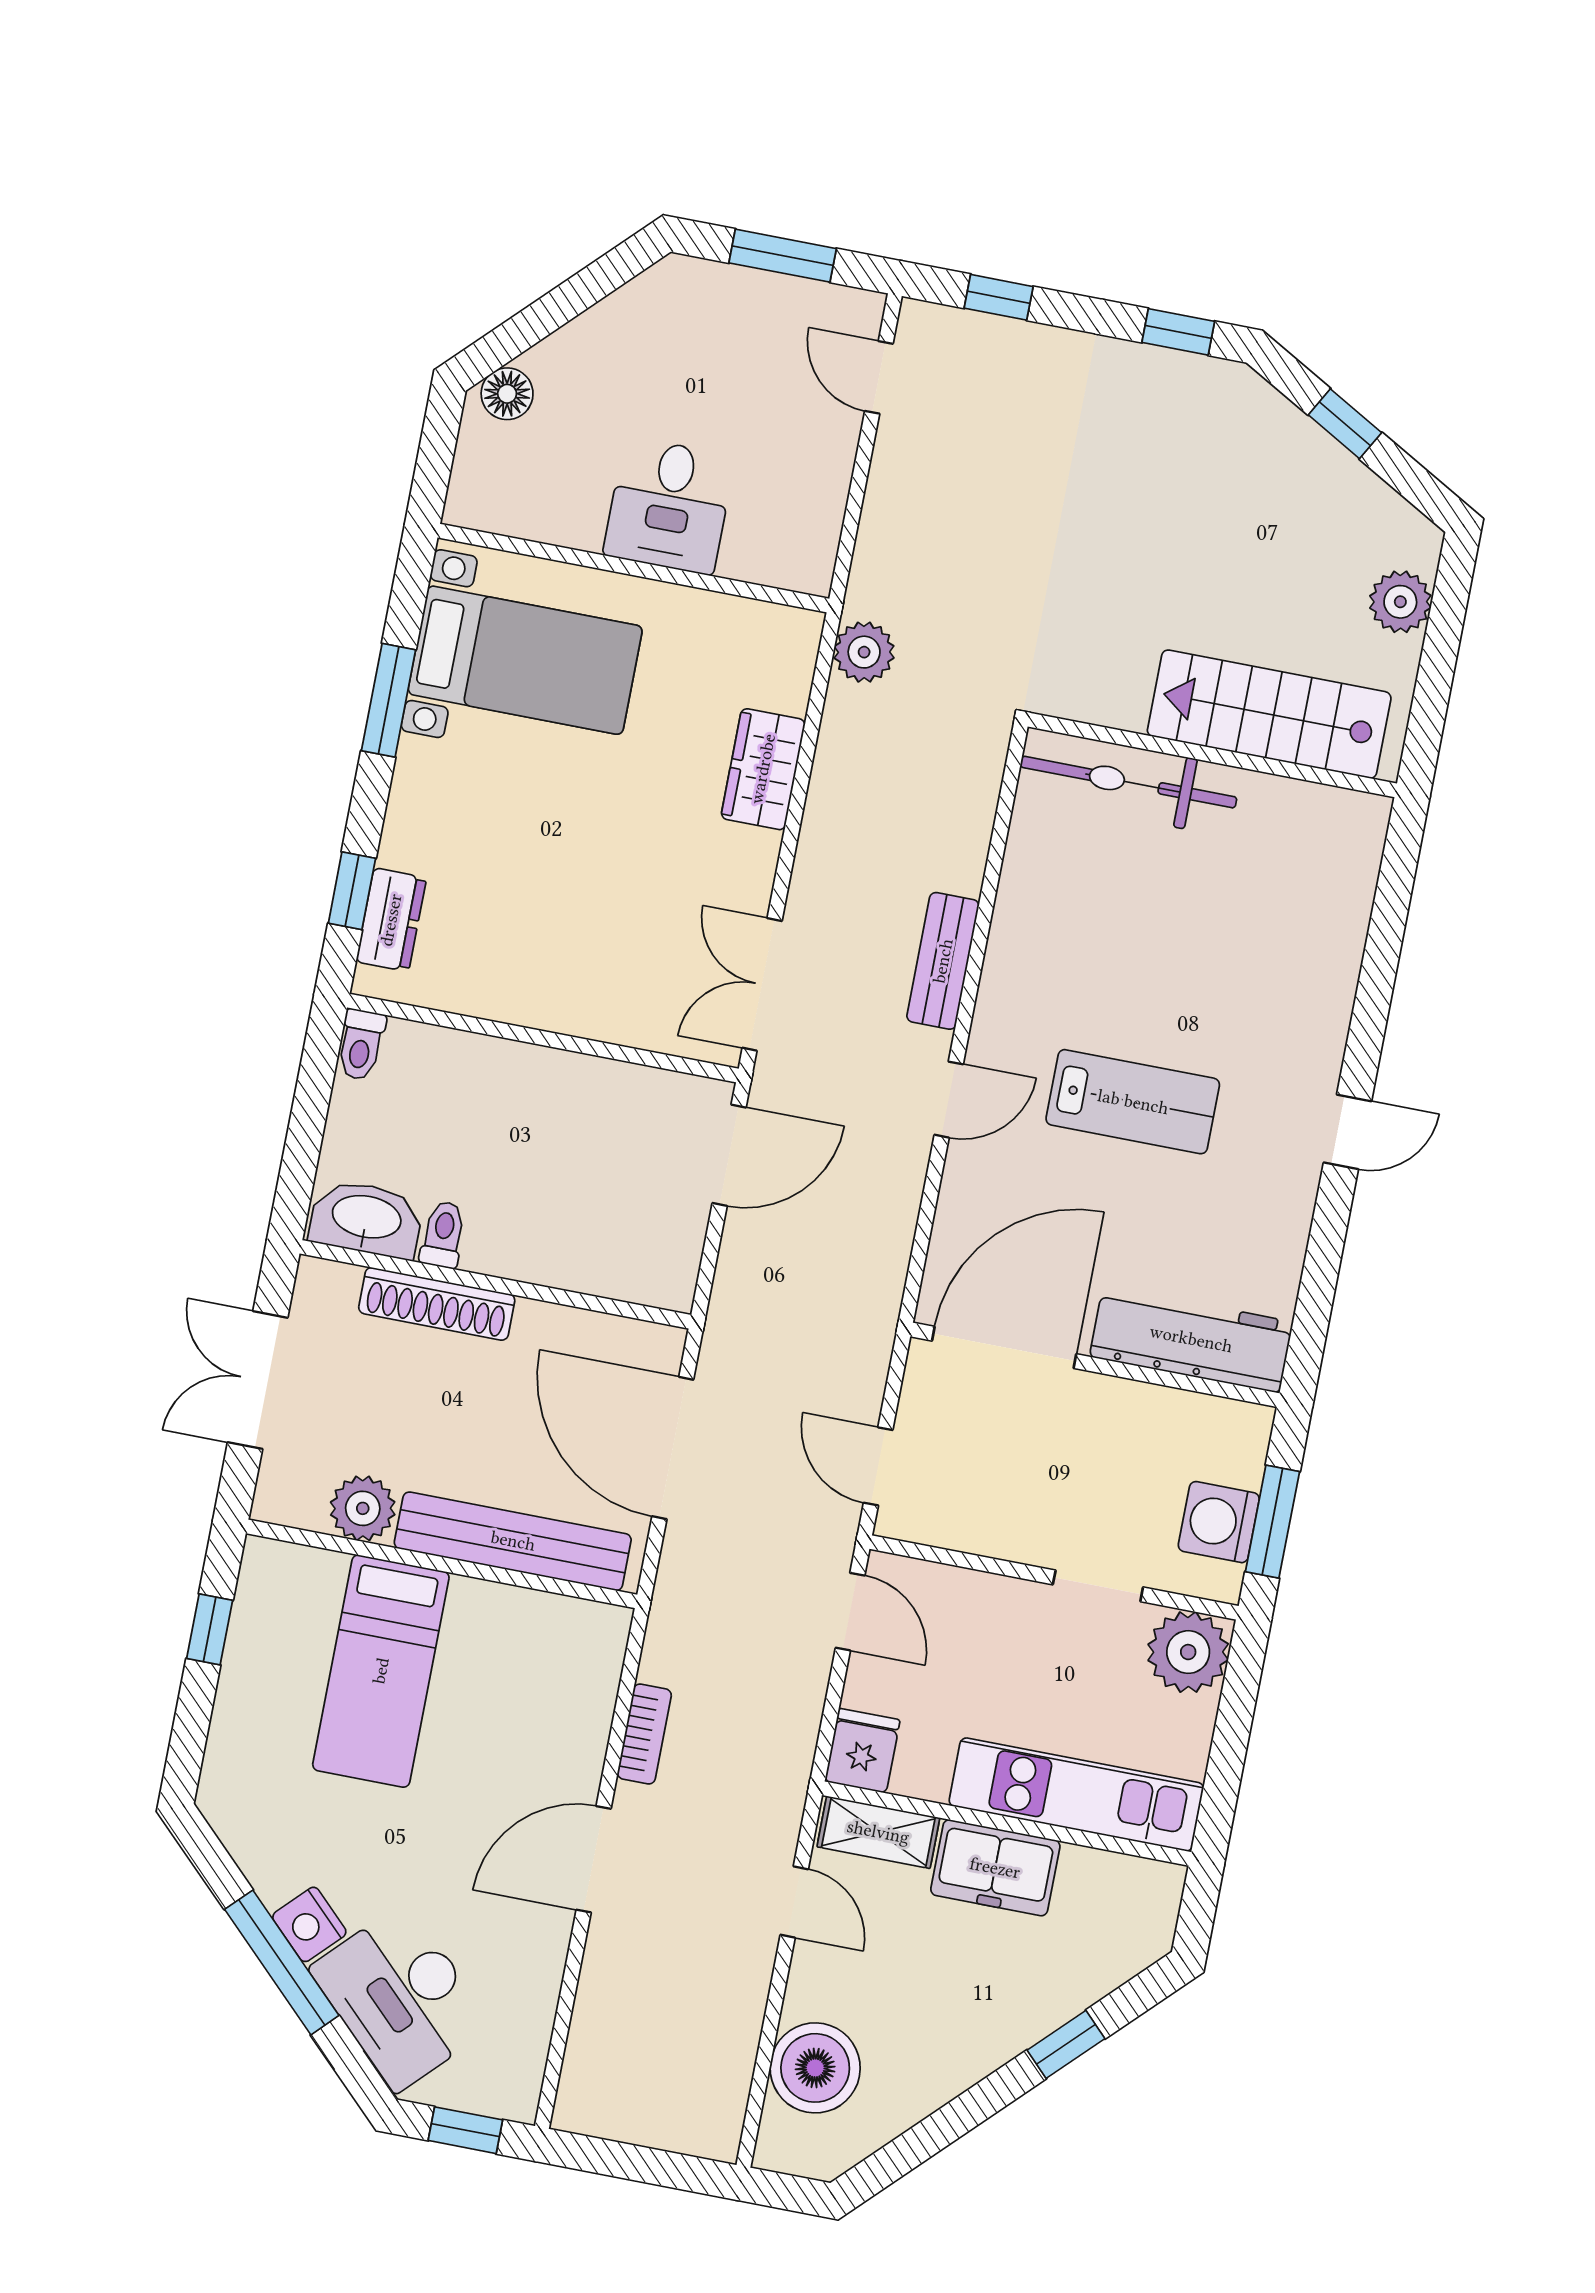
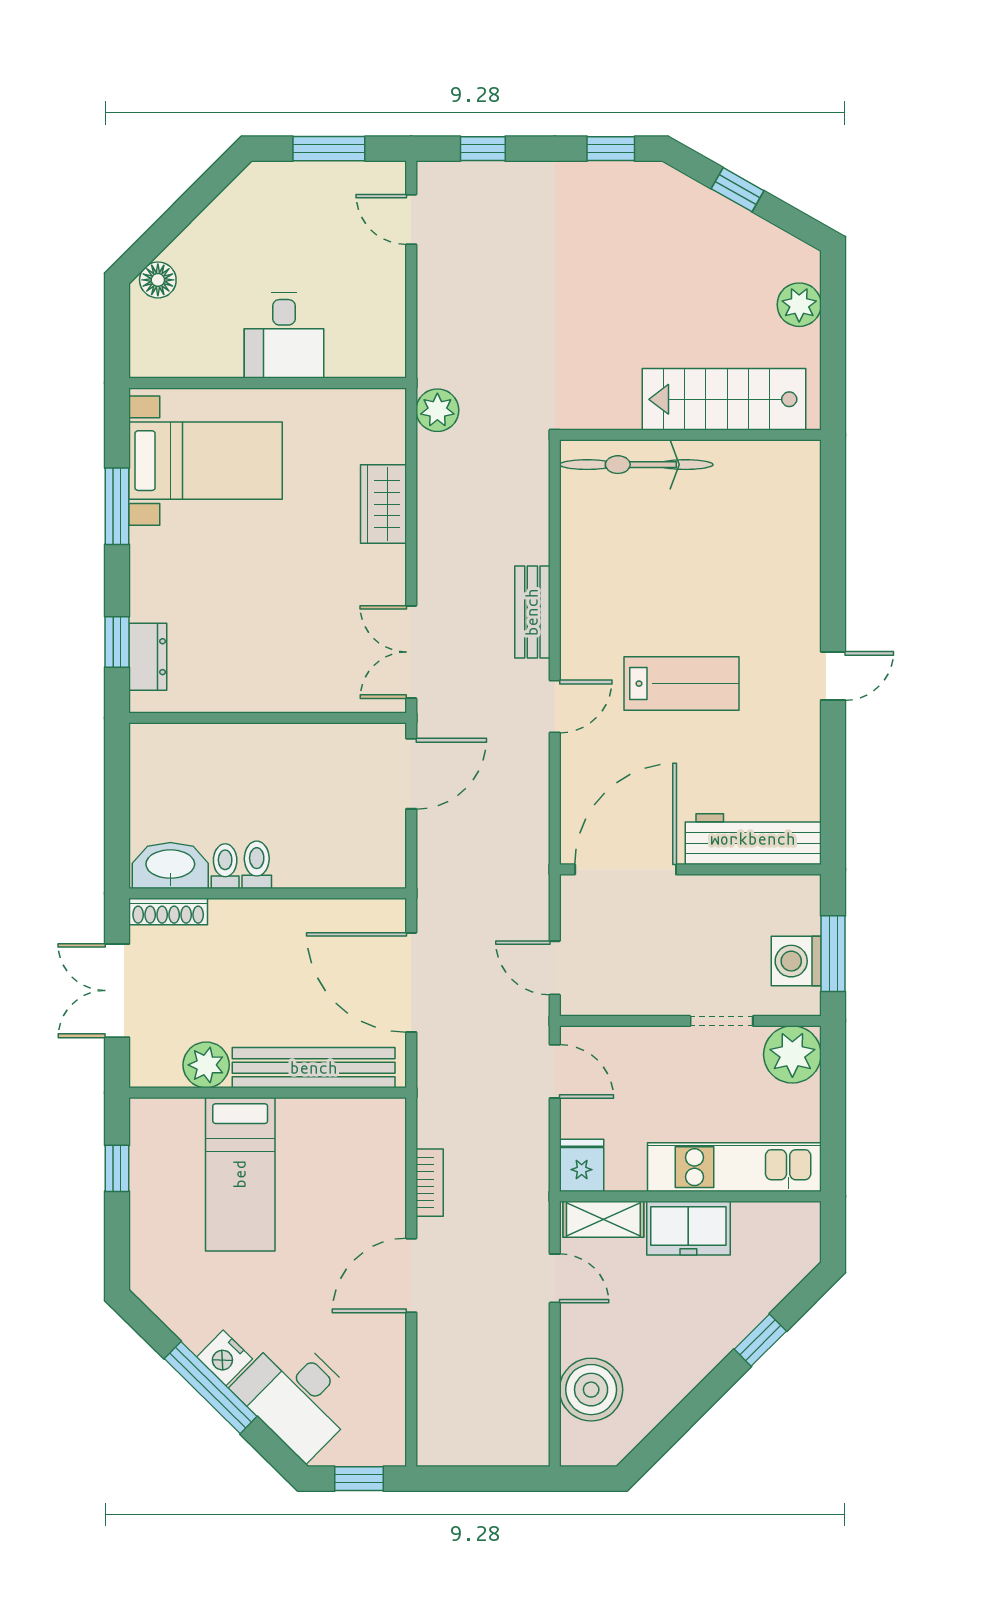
toilet: (361, 1045) -> (257, 865), moved, turned 180
shoe rack: (437, 1304) -> (168, 911), moved, width x0.74, depth x0.81

